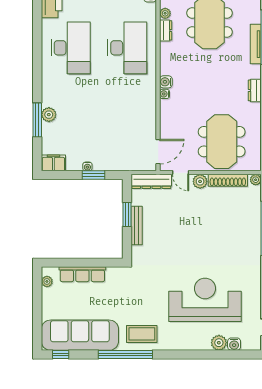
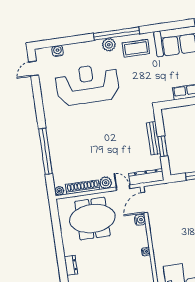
water cooler: (166, 82) -> (140, 220), moved
meeting table: (222, 142) -> (92, 219), turned 90
reception desk: (205, 300) -> (87, 84), turned 180
plant: (219, 343) -> (109, 45), moved
window: (125, 355) -> (117, 34), moved

